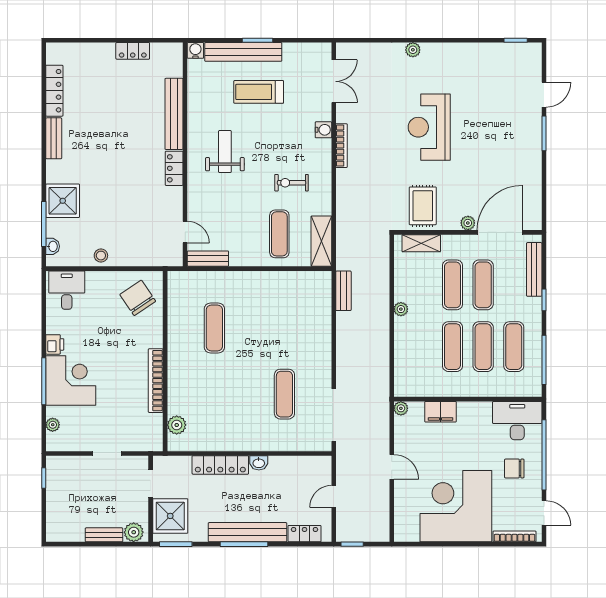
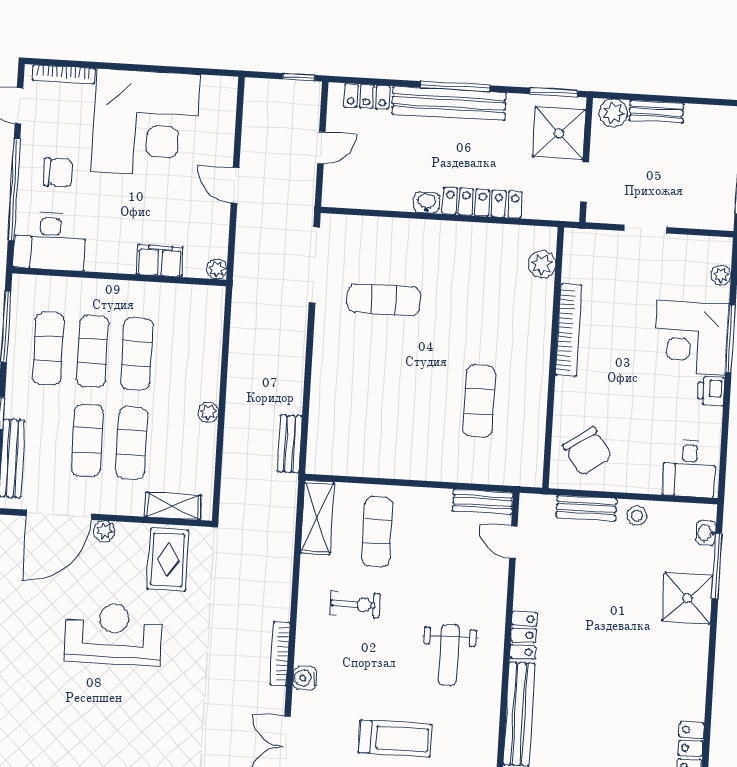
reception desk: (429, 127) -> (113, 634), moved, turned -90
bench: (54, 138) -> (586, 508), moved, turned 90
exercise mat: (284, 394) -> (384, 300), turned 90

